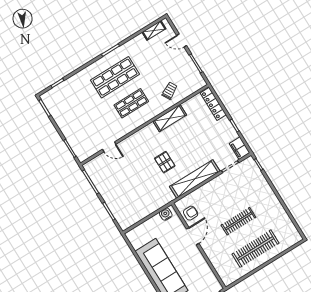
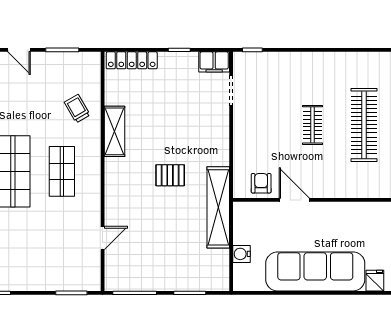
door: (182, 41) -> (19, 50), hinge flipped
shelving: (195, 179) -> (218, 207), moved
water cooler: (166, 214) -> (242, 254), moved
clothes rail: (238, 221) -> (312, 125), width x0.73

